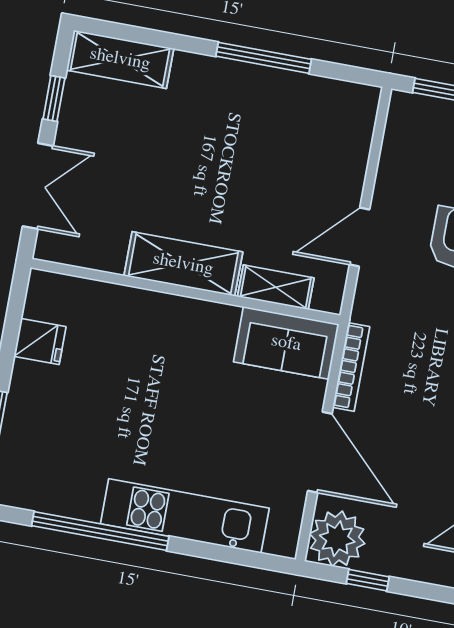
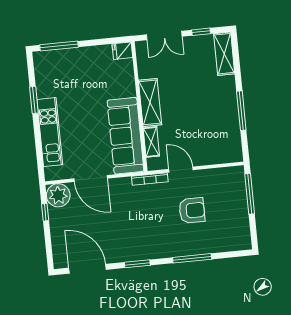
fridge: (40, 342) -> (122, 51), moved, turned 90
sofa: (286, 343) -> (125, 136), width x1.85, depth x1.27
bookcase: (351, 367) -> (150, 179), moved
door: (320, 452) -> (91, 179), hinge flipped
window: (100, 531) -> (34, 100), width x0.47

